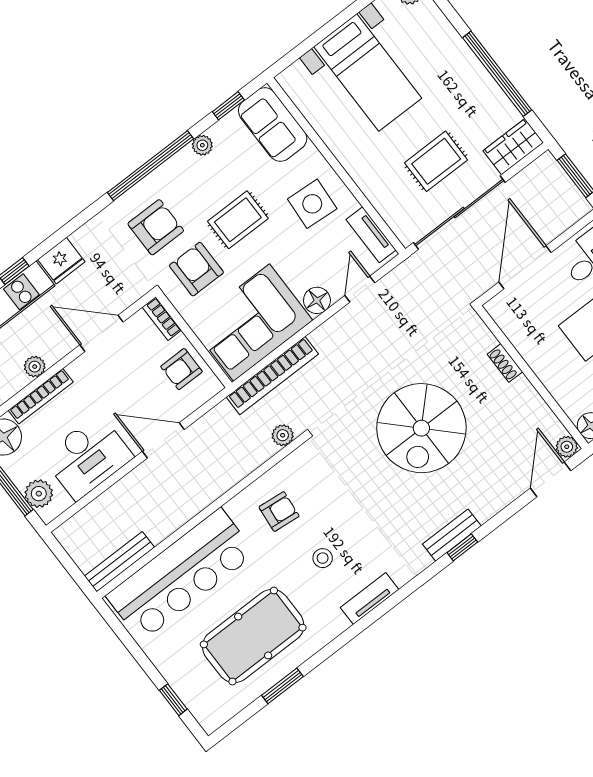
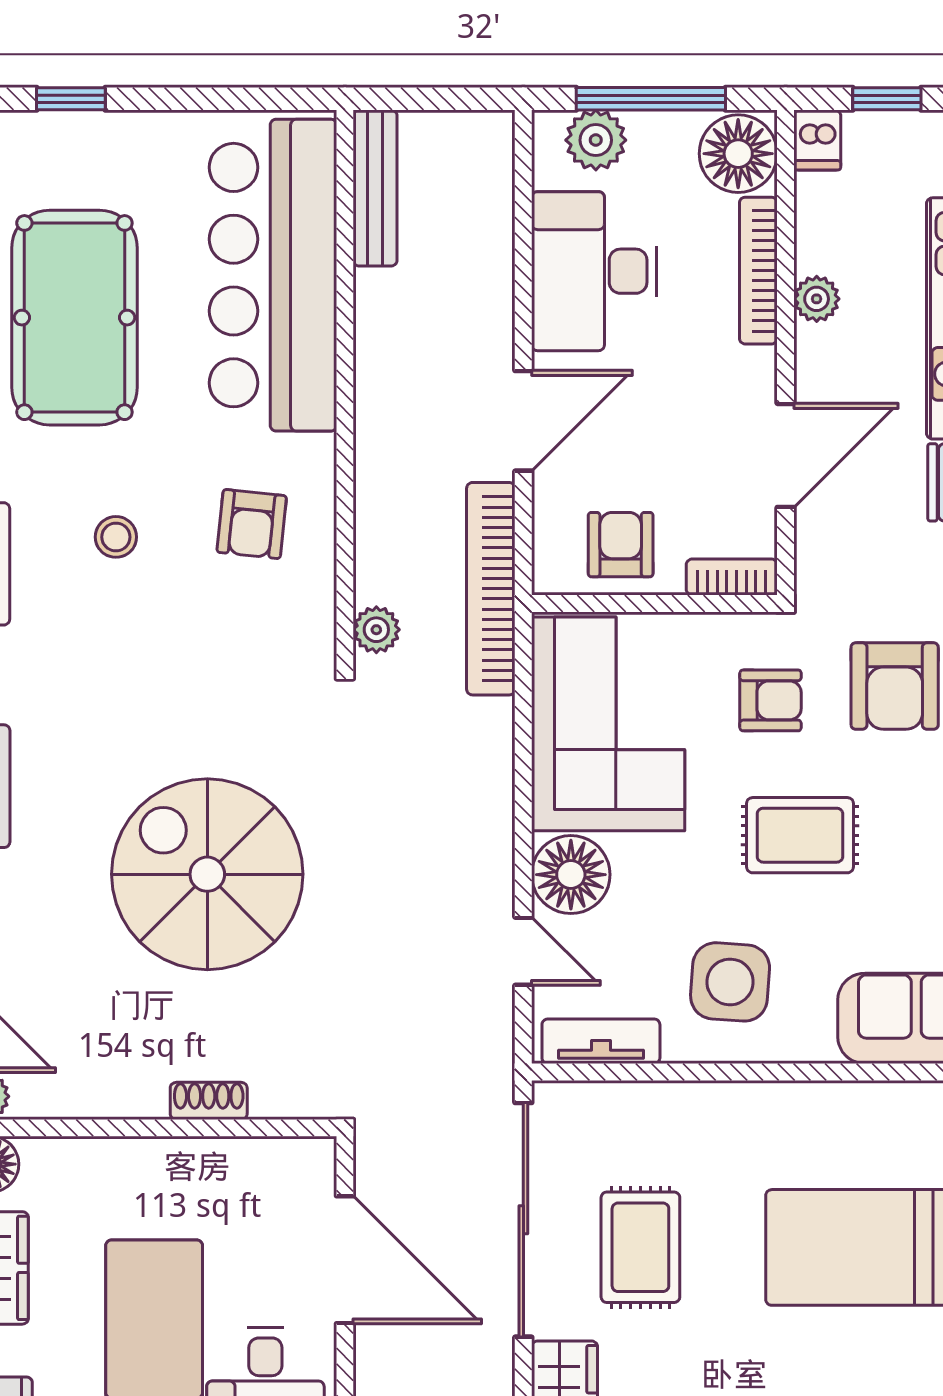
rug: (238, 220) -> (800, 835), turned 90
armchair: (196, 269) -> (771, 700), width x0.72, depth x0.72
floor lamp: (317, 300) -> (571, 875), width x1.38, depth x1.38
bookcase: (272, 376) -> (491, 589), moved

